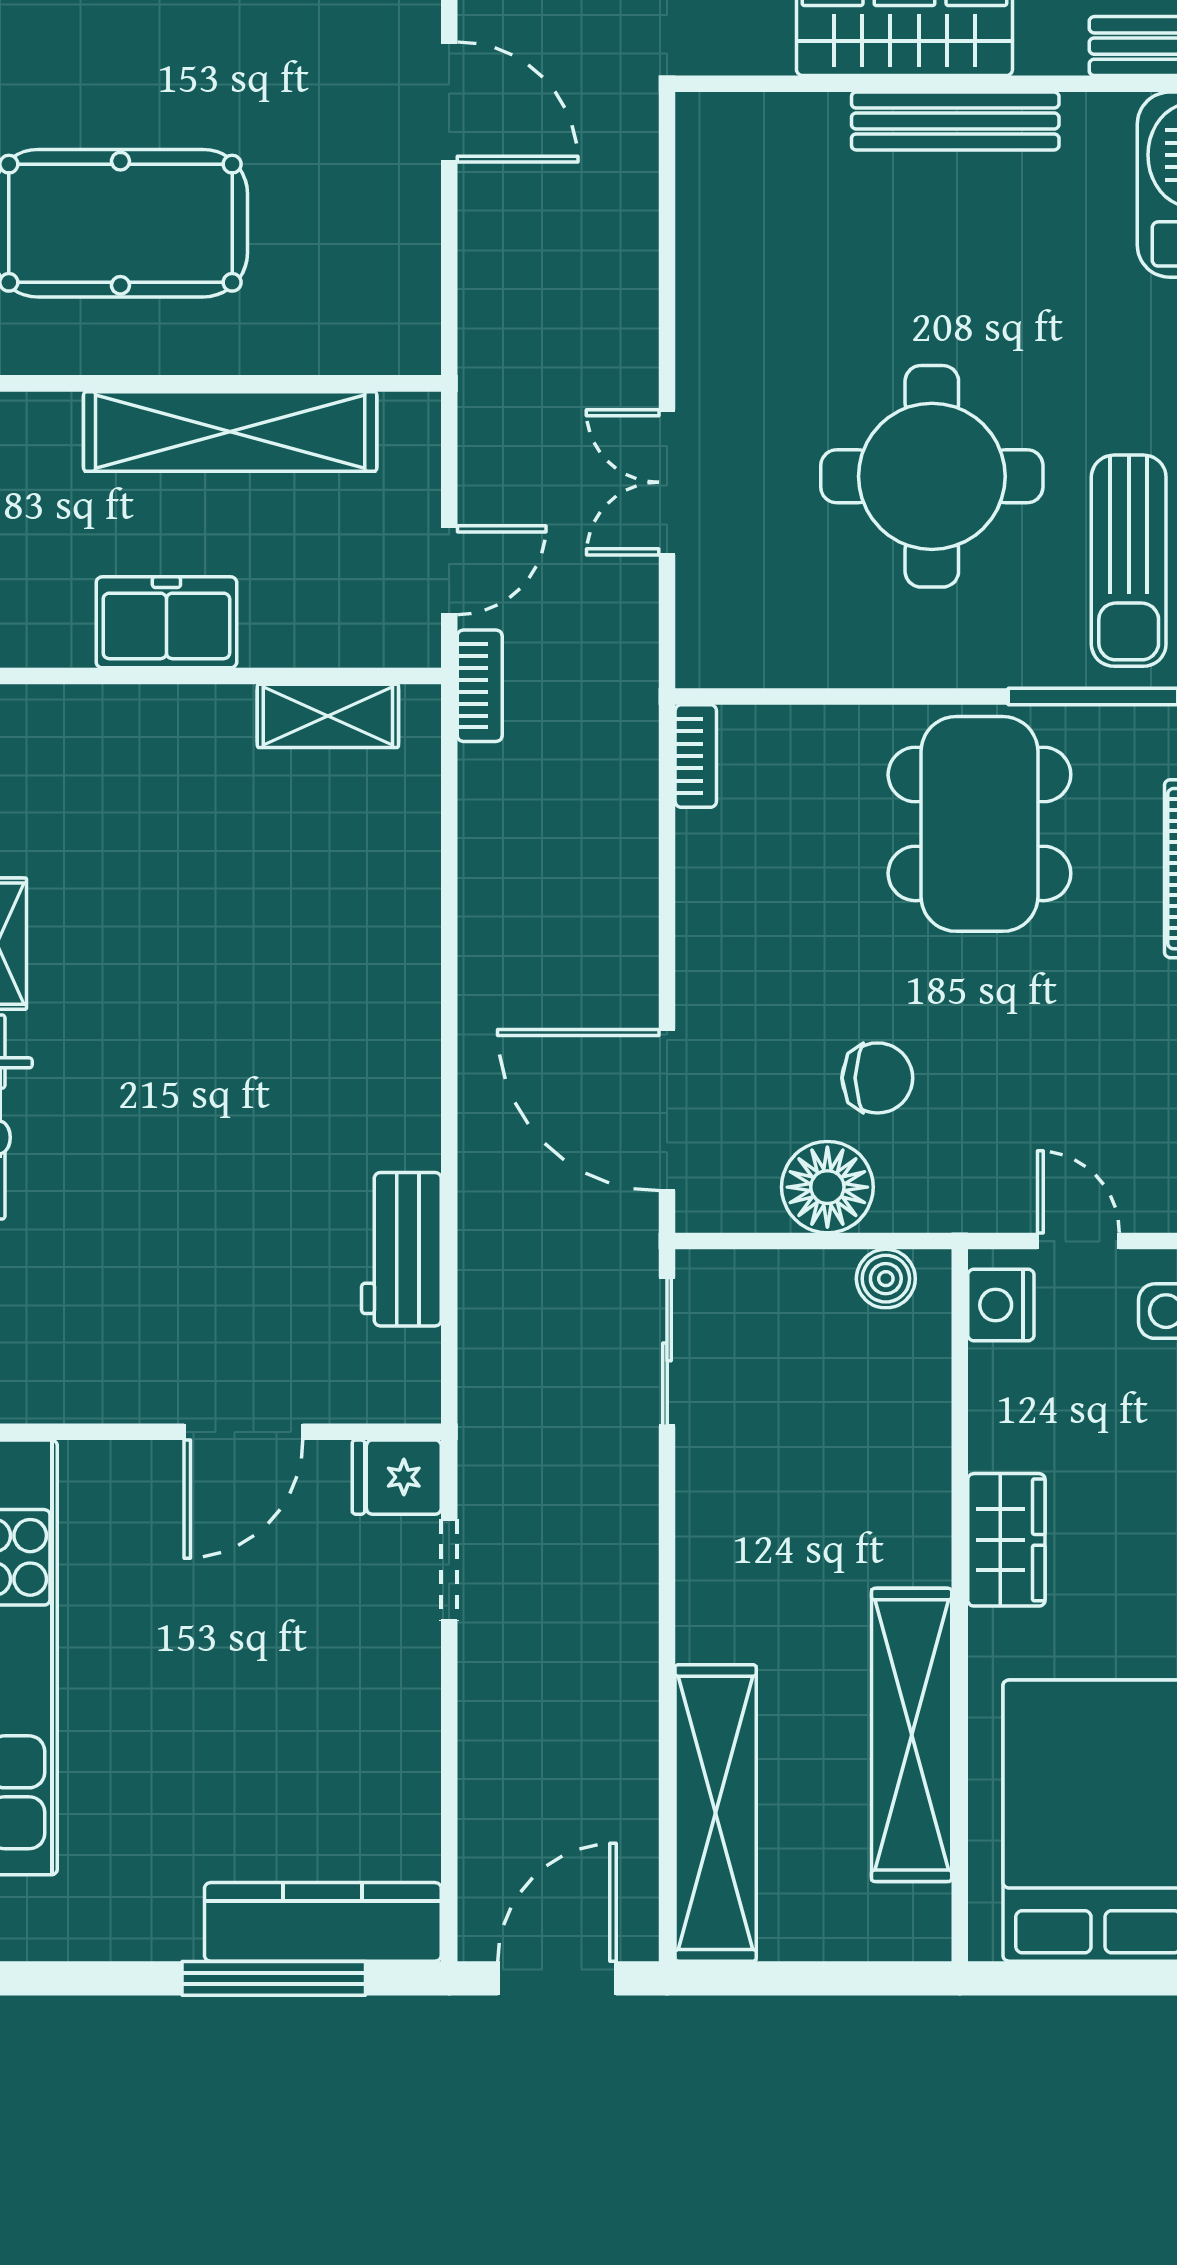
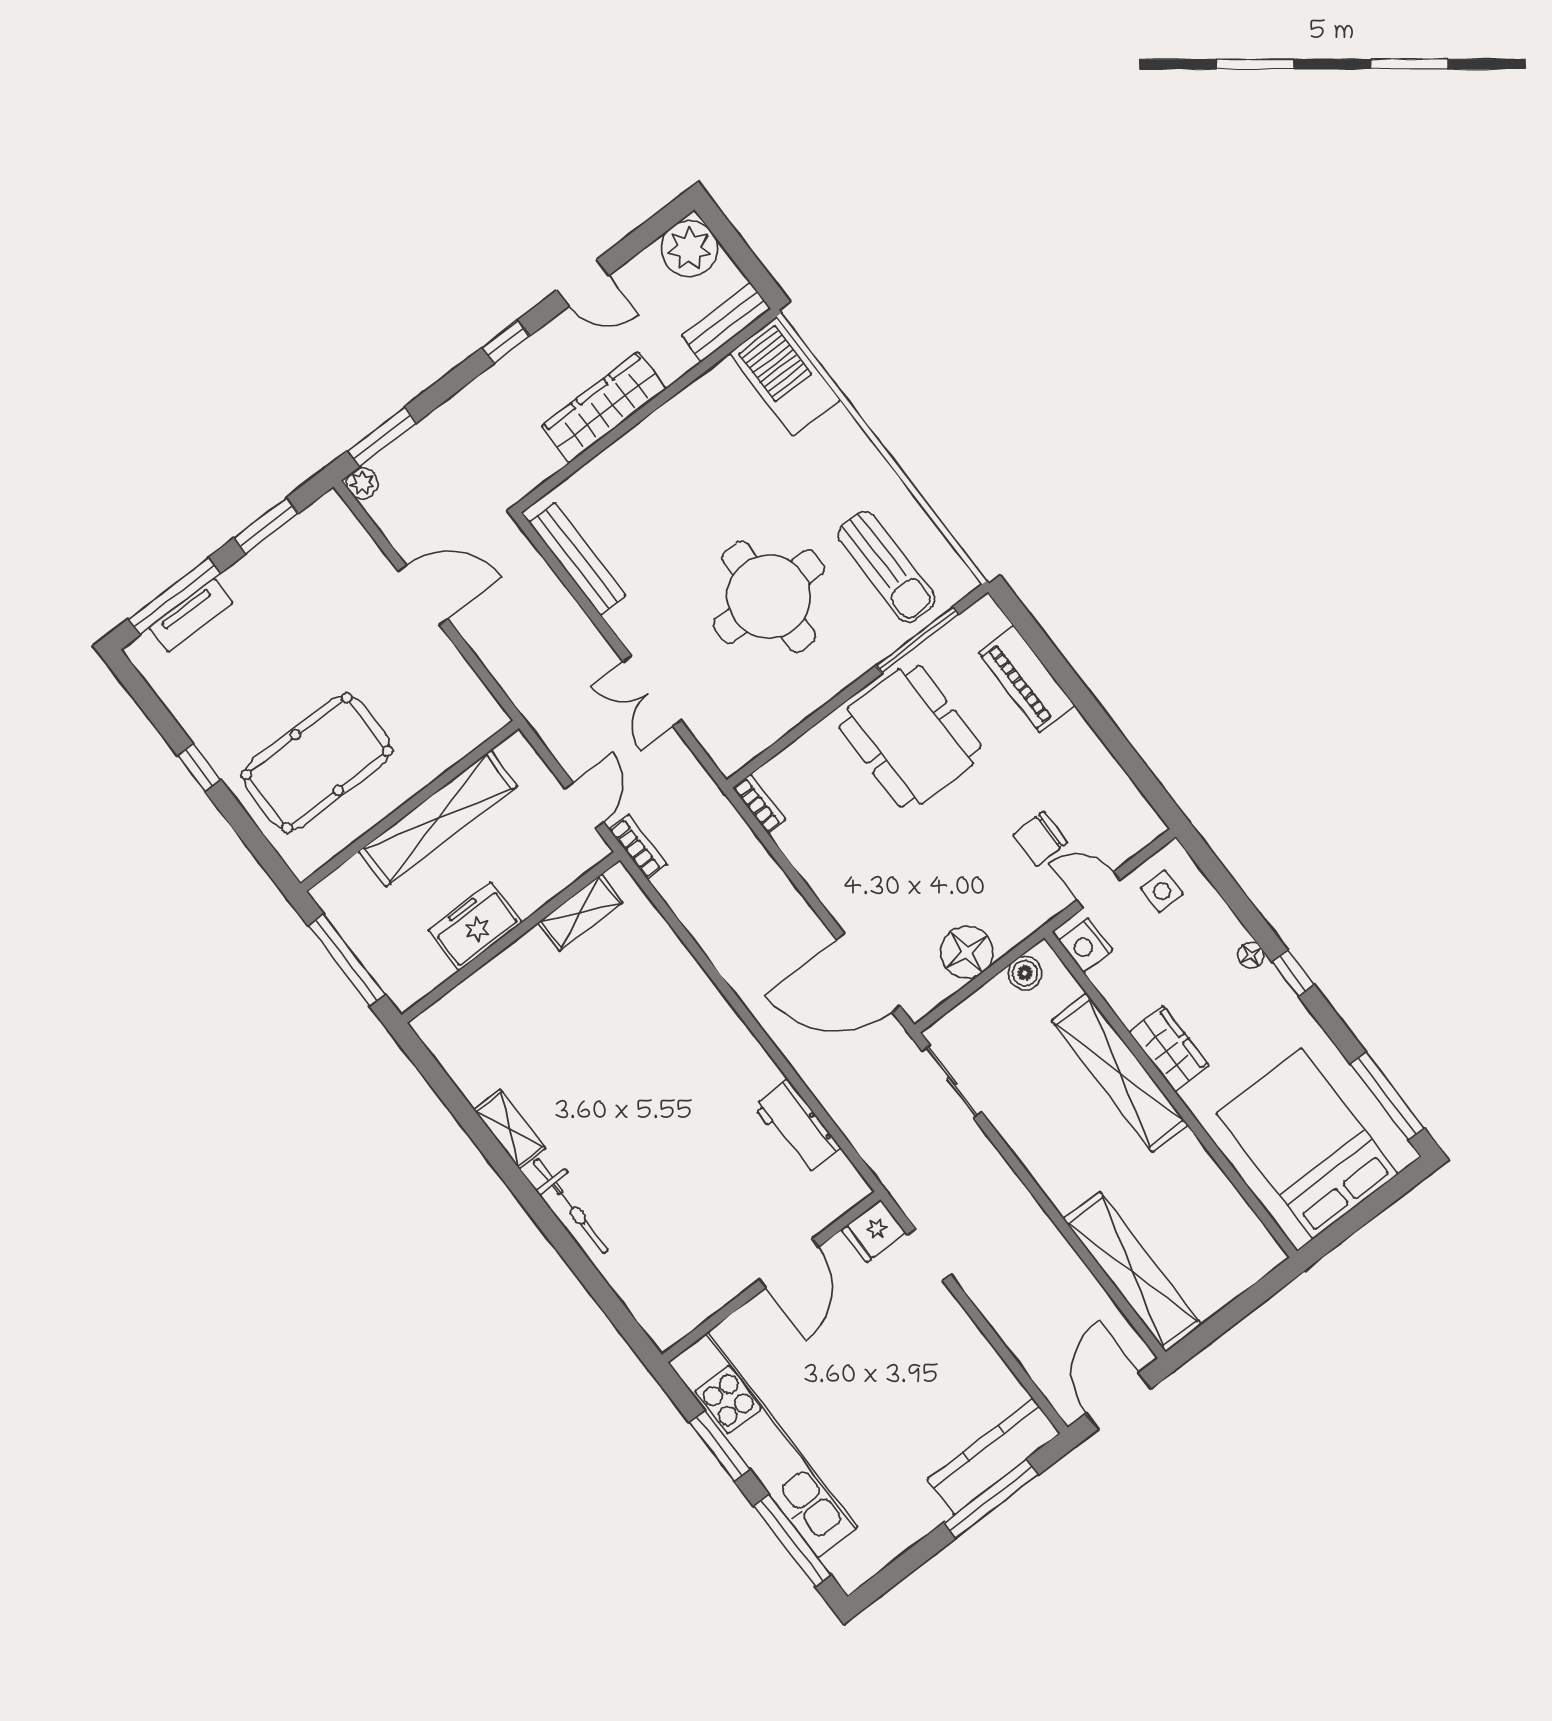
bench: (955, 121) -> (577, 559), moved, turned 90
chair: (877, 1078) -> (1040, 839), moved, turned 180
shelving: (912, 1735) -> (1120, 1073), moved

